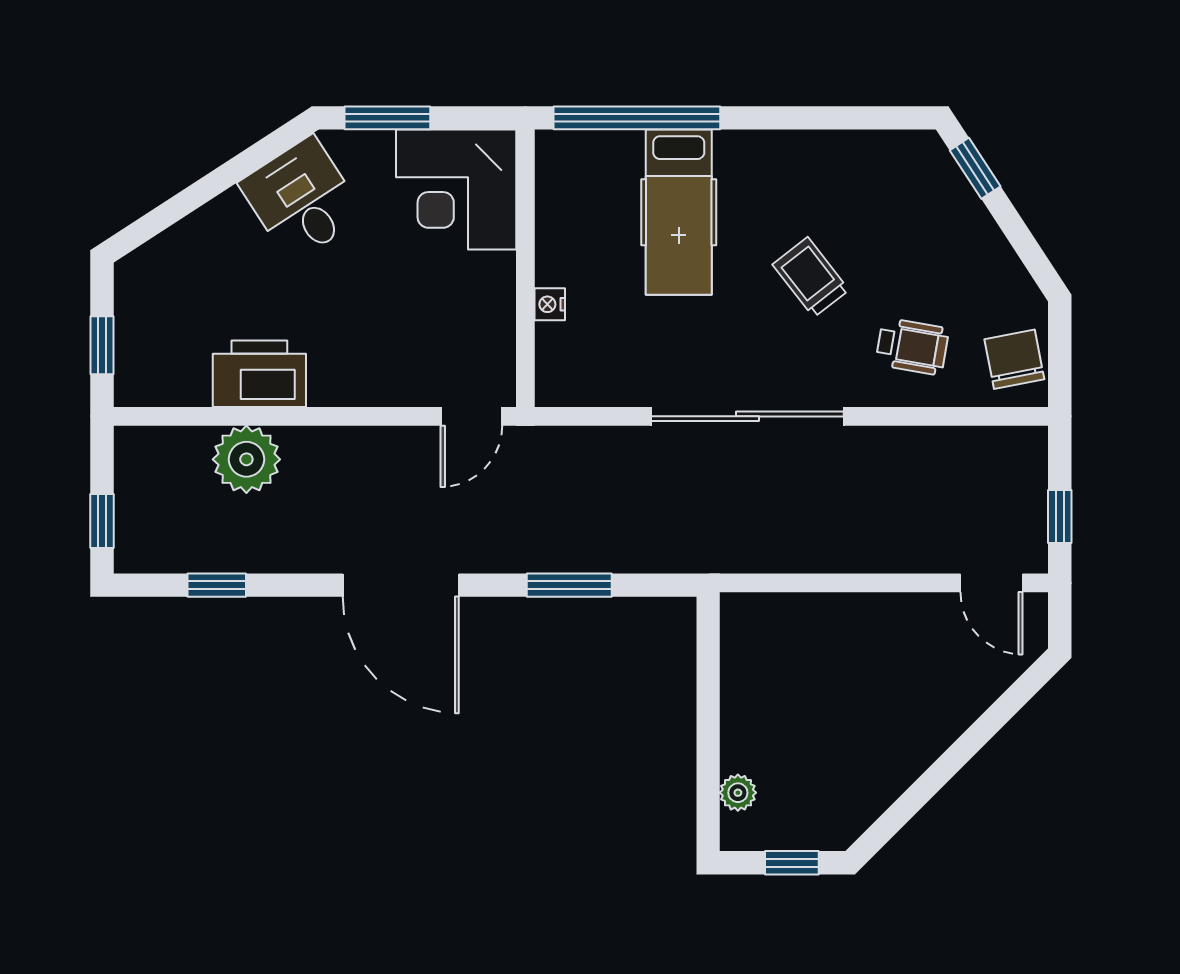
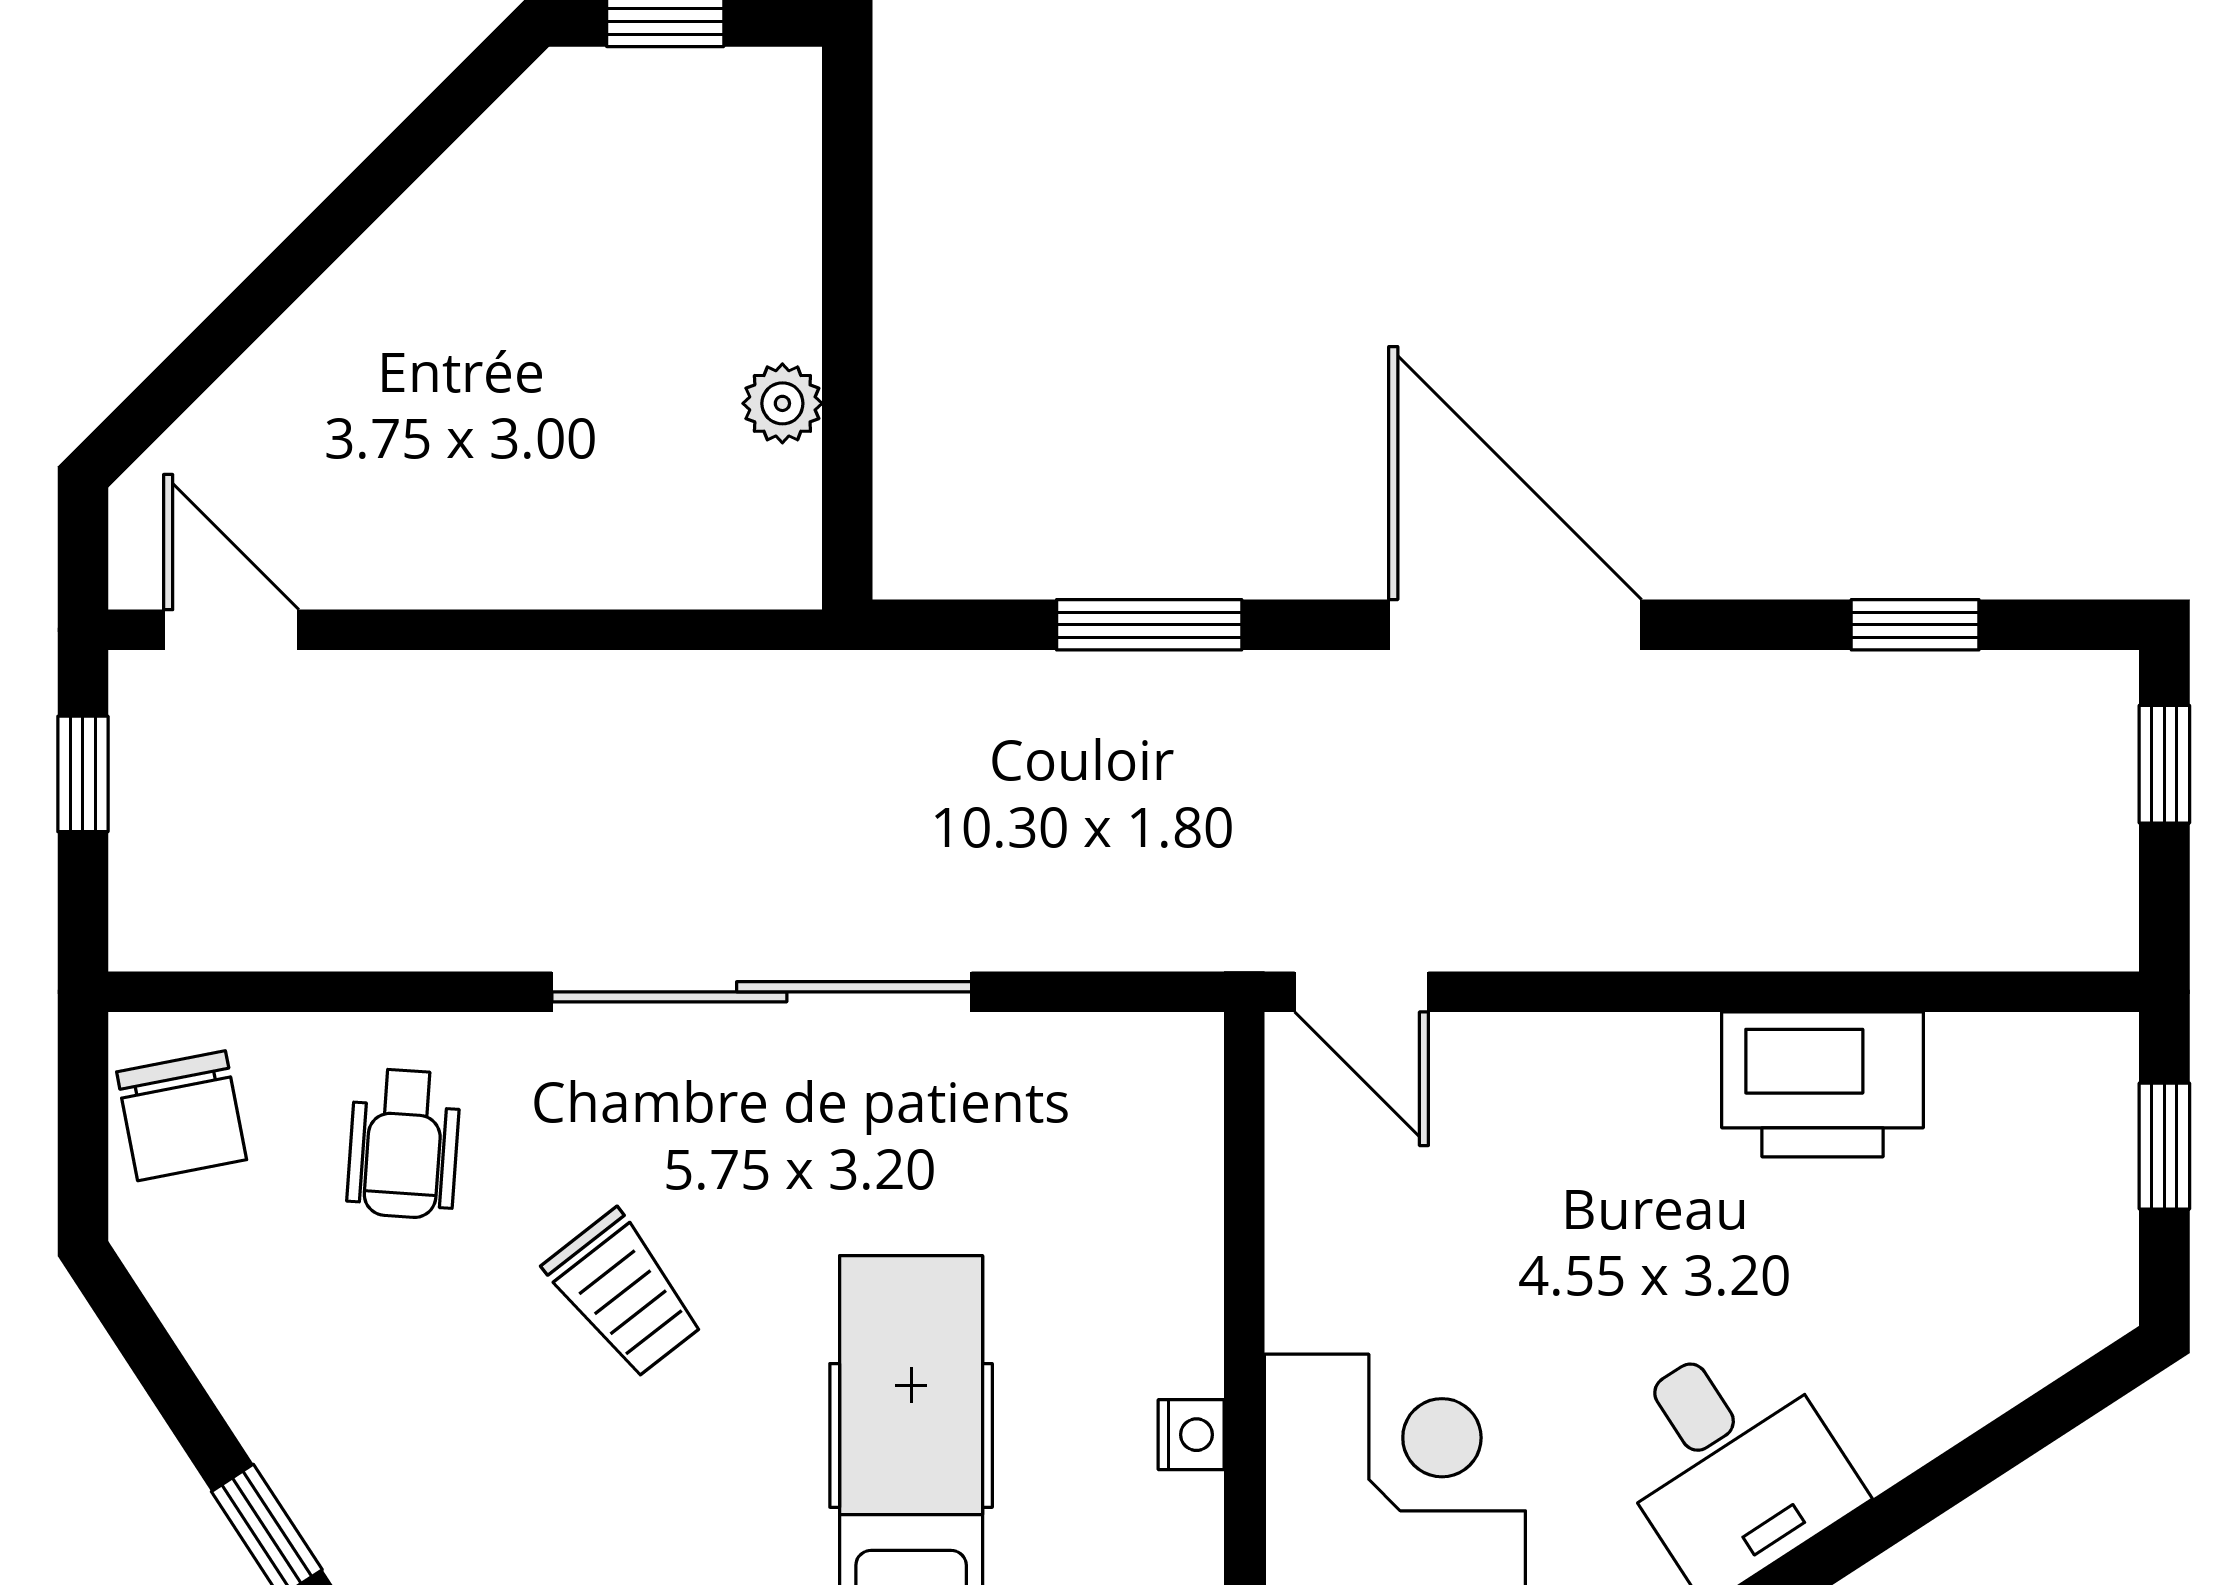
nightstand: (550, 304) -> (1191, 1435), moved
wheelchair: (912, 346) -> (404, 1144), turned -96
door: (471, 416) -> (1362, 992), swing flipped
plant: (246, 459) -> (1851, 898), removed
plant: (738, 793) -> (782, 403), moved

